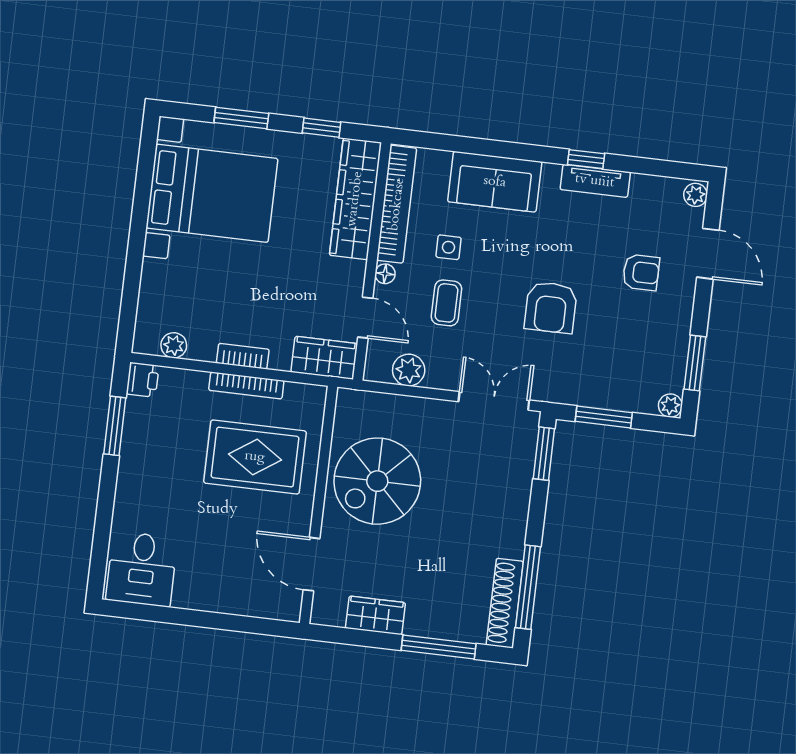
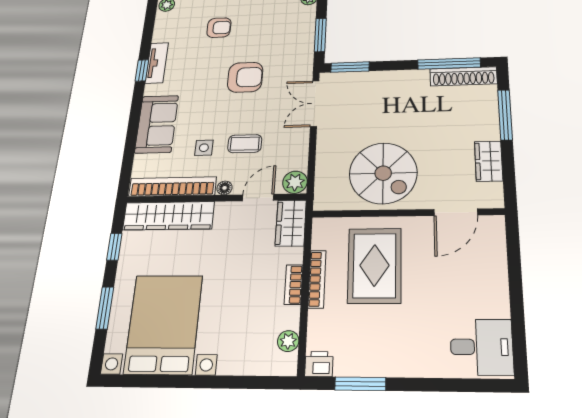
armchair: (641, 272) -> (219, 28), turned 90
plant: (409, 370) -> (295, 182), moved

